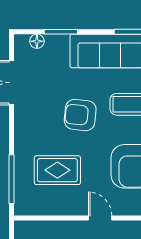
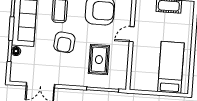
floor lamp: (37, 41) -> (16, 51), moved

